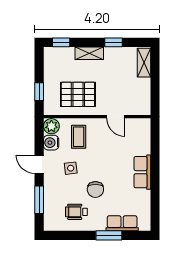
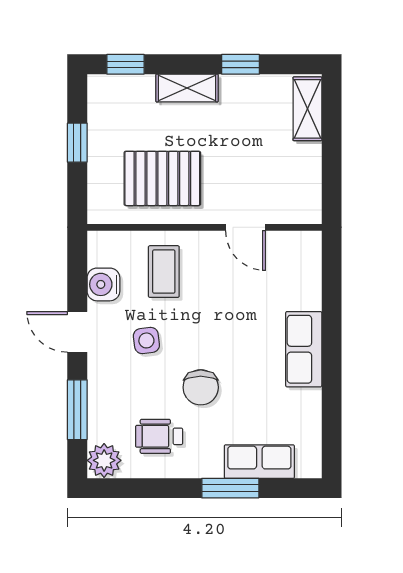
window: (39, 92) -> (77, 143), moved
plant: (51, 126) -> (104, 460), moved

